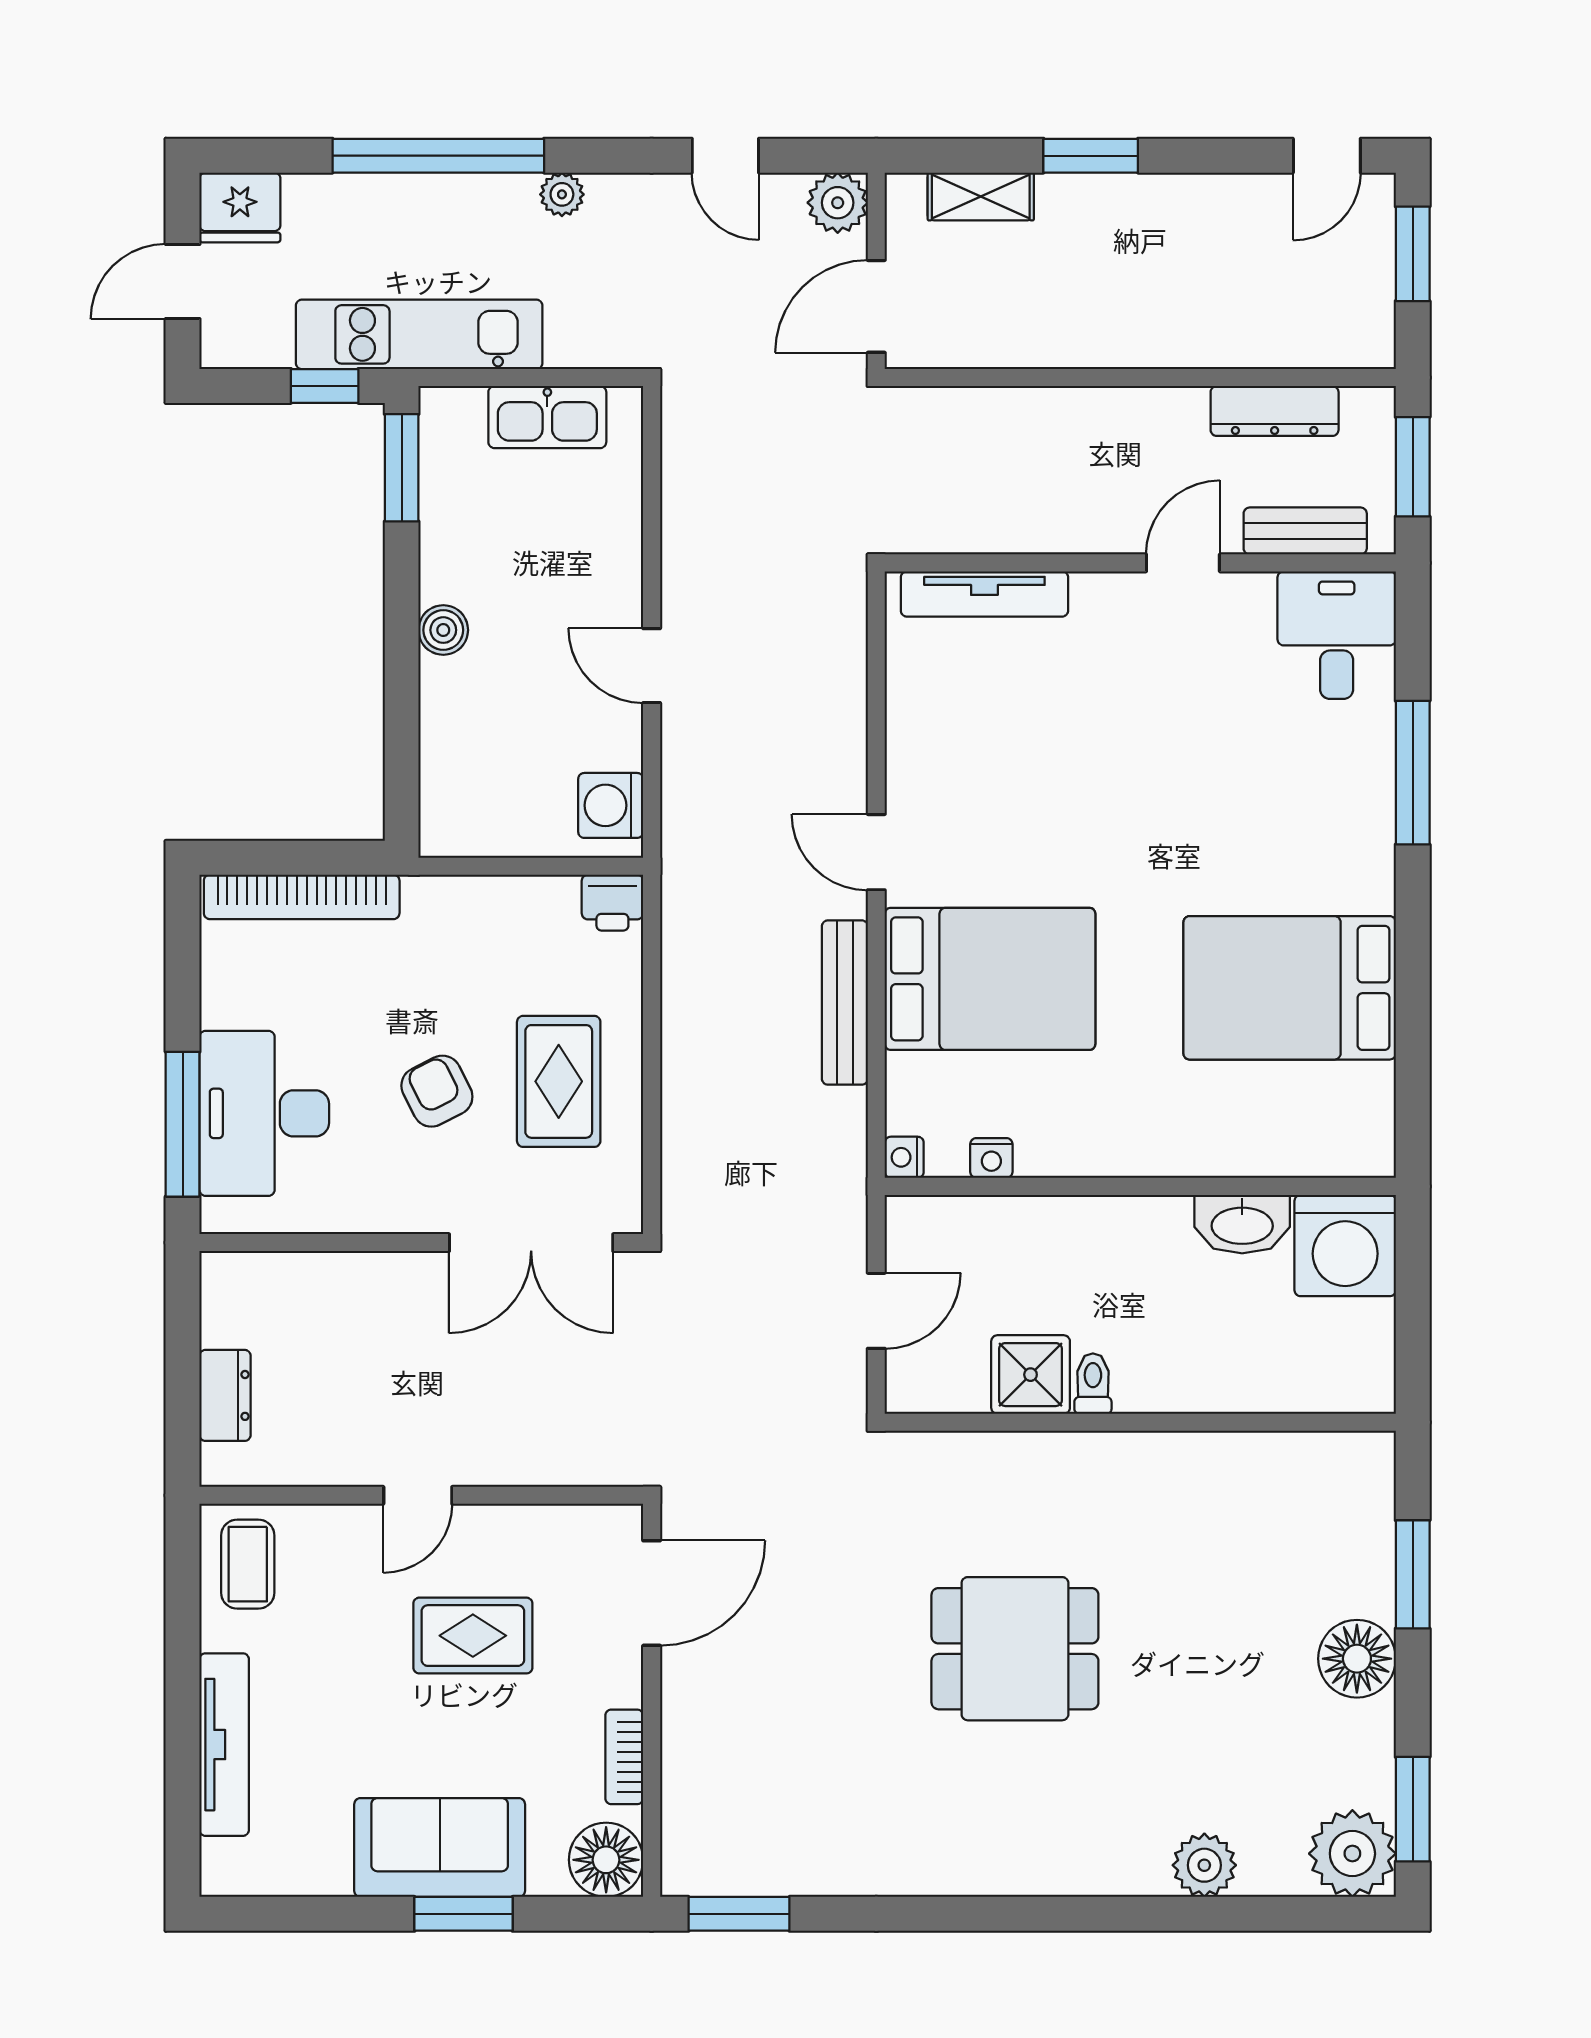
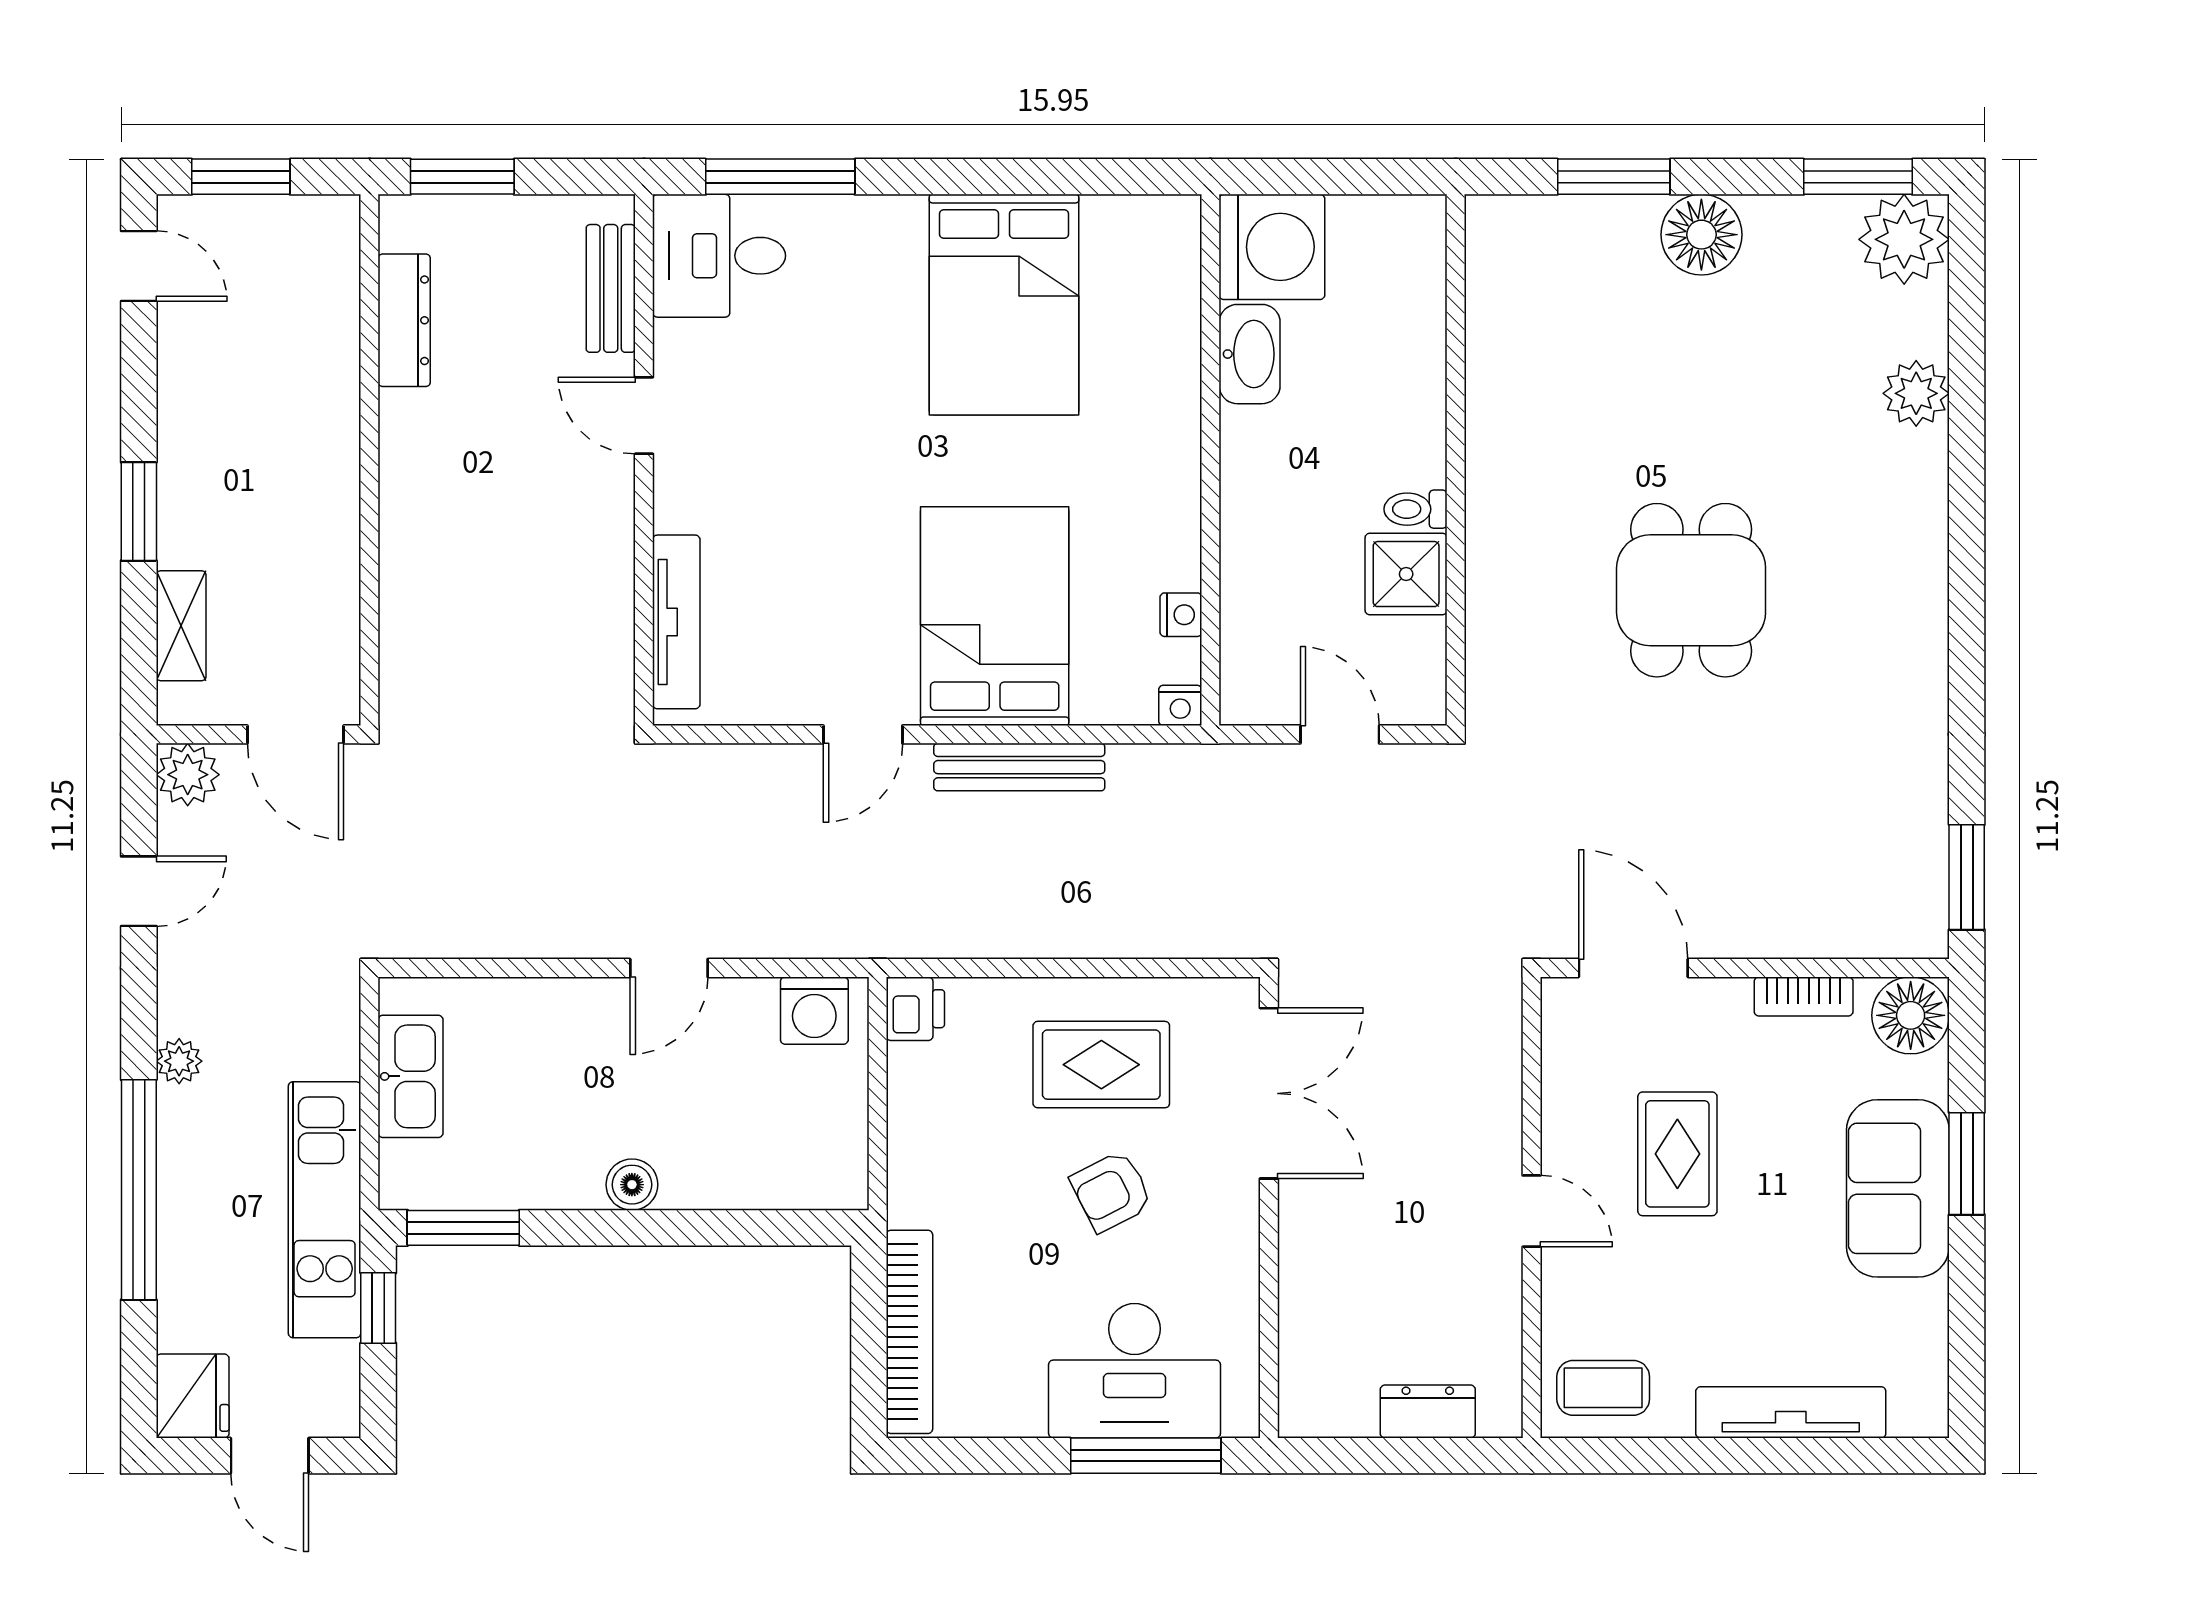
bench: (1305, 531) -> (611, 288), moved
wall: (1140, 563) -> (644, 460), moved
door: (1183, 563) -> (644, 416), moved
tv unit: (984, 594) -> (676, 622), moved
desk: (1337, 635) -> (719, 256), moved

